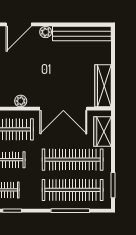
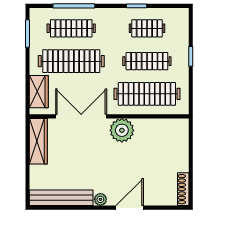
plant: (21, 101) -> (122, 130), width x1.87, depth x1.87
clothes rail: (73, 190) -> (71, 28), width x0.73, depth x0.76

